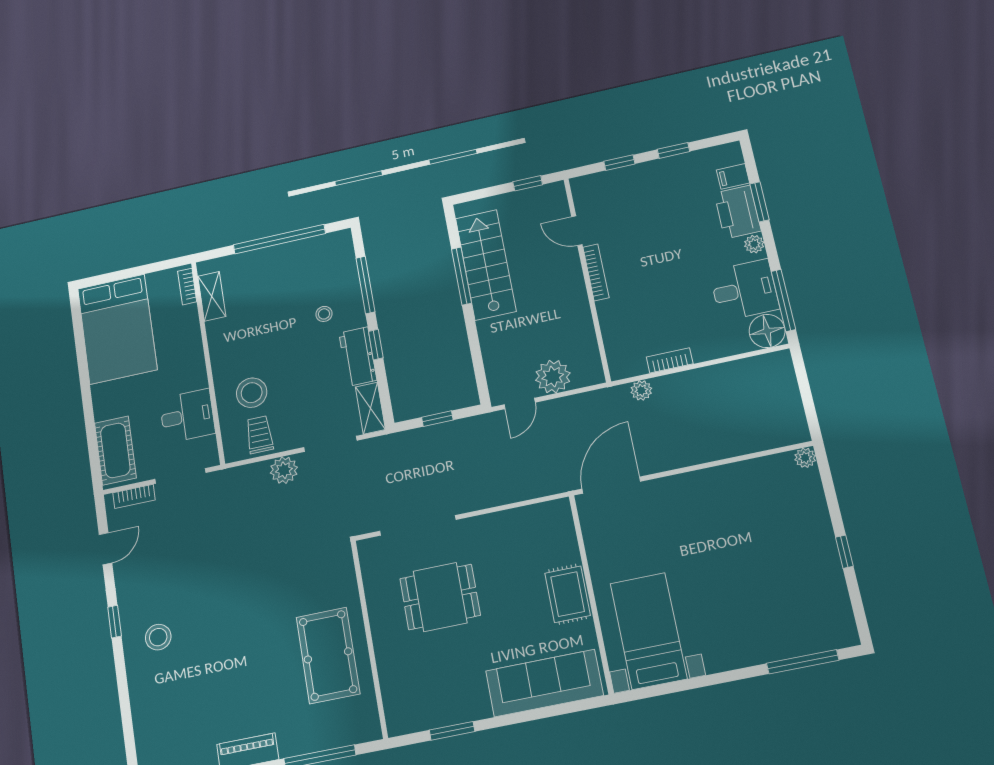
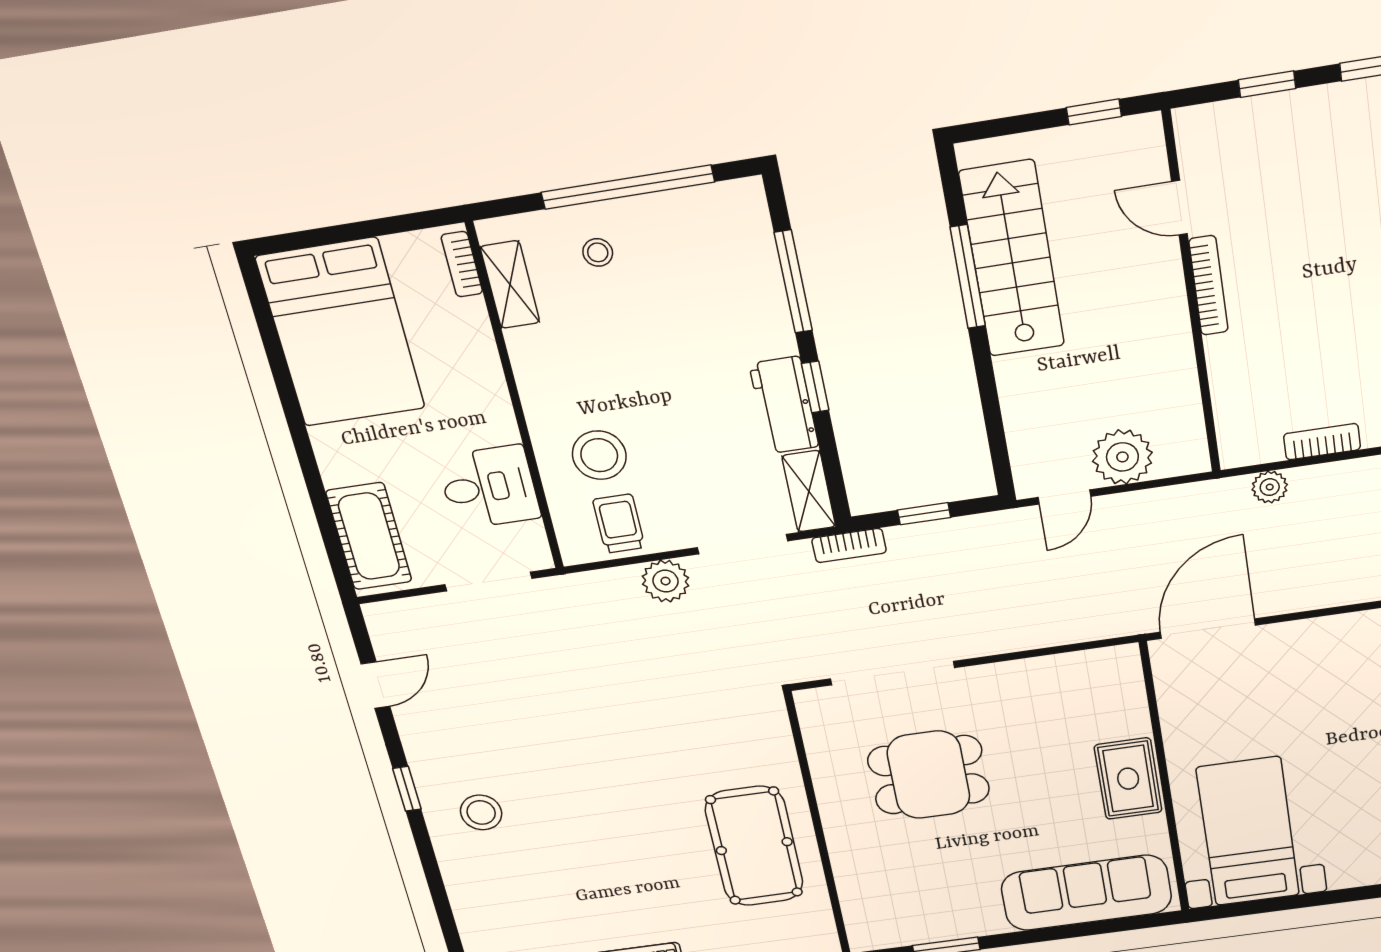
stool: (324, 314) -> (598, 252), moved
bookcase: (134, 496) -> (849, 545), moved

